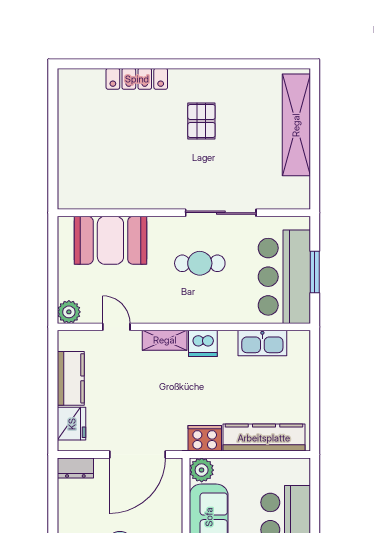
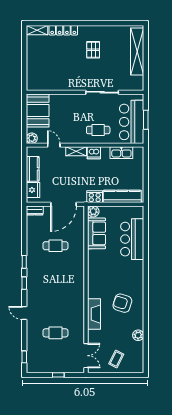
shelving: (80, 79) -> (37, 30), added
booth: (110, 240) -> (38, 111), moved, turned 90
cafe table: (200, 263) -> (98, 130), moved

